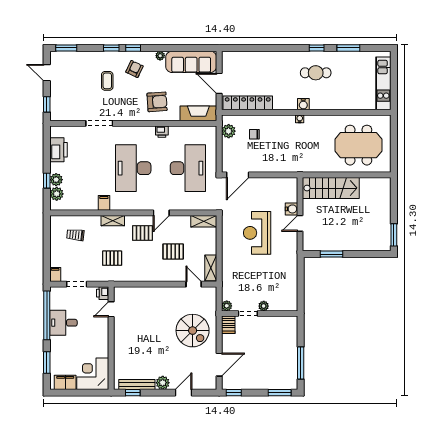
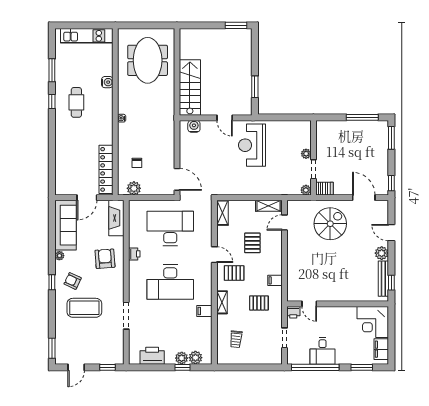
window: (111, 48) -> (52, 304), removed
coffee table: (107, 81) -> (84, 308), width x1.86, depth x1.72
water cooler: (303, 104) -> (107, 82), moved
water cooler: (291, 209) -> (194, 126), moved
pallet: (143, 233) -> (234, 273), turned 90
reception desk: (257, 233) -> (252, 145), moved, turned 90
pallet: (112, 258) -> (259, 303), turned 90
filing cabinet: (55, 274) -> (275, 280), moved

